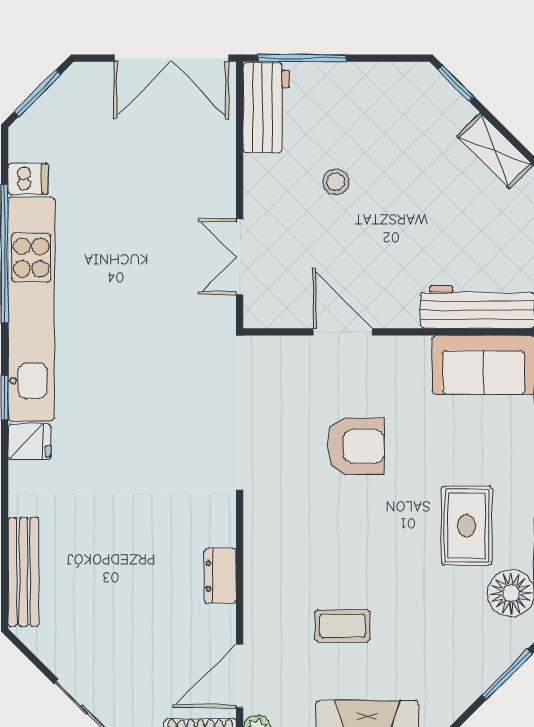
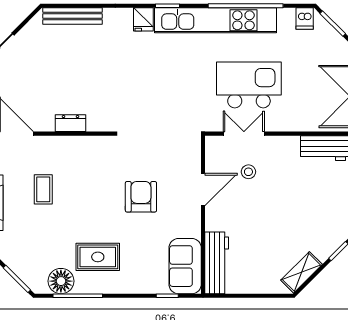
dishwasher: (28, 179) -> (305, 19), moved
stool: (336, 182) -> (248, 172), moved
kitchen island: (150, 247) -> (249, 85), added
armchair: (356, 446) -> (141, 197), turned 180

